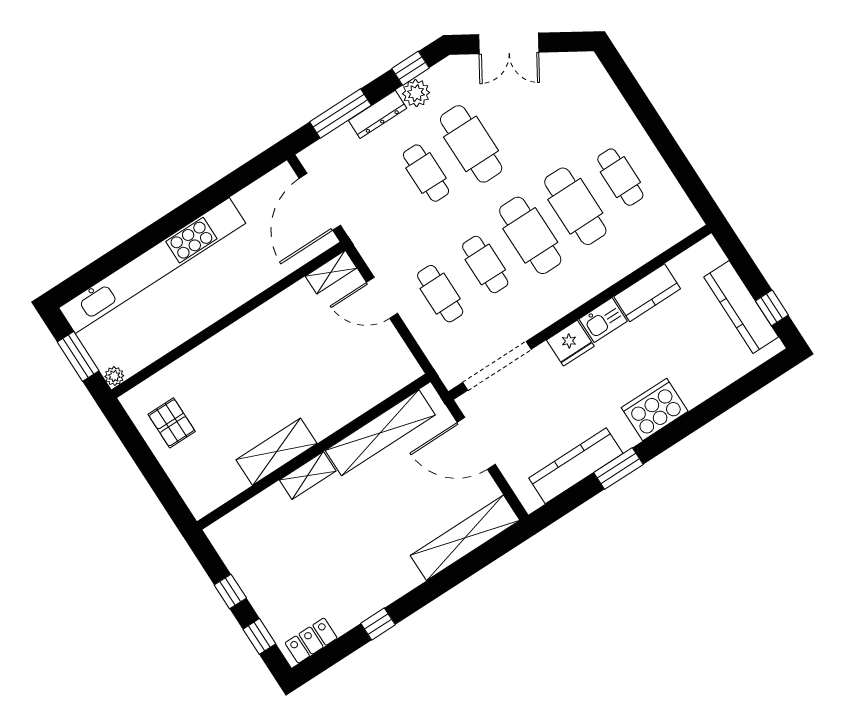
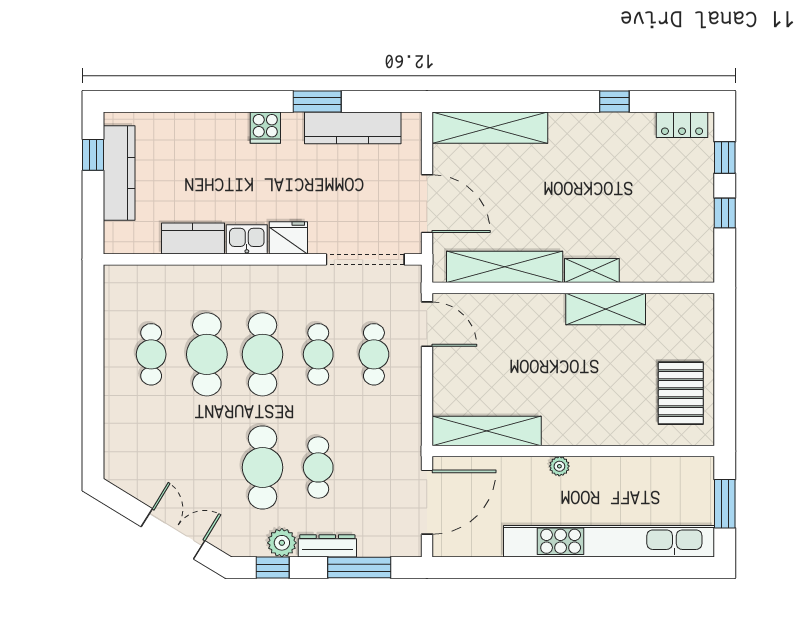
shelving: (331, 272) -> (487, 431), width x2.20, depth x1.33
door: (382, 298) -> (427, 324), moved
plant: (114, 376) -> (559, 466), moved
cooker: (655, 409) -> (265, 128), width x0.53, depth x0.76
pallet: (172, 423) -> (681, 393), width x1.50, depth x1.42

